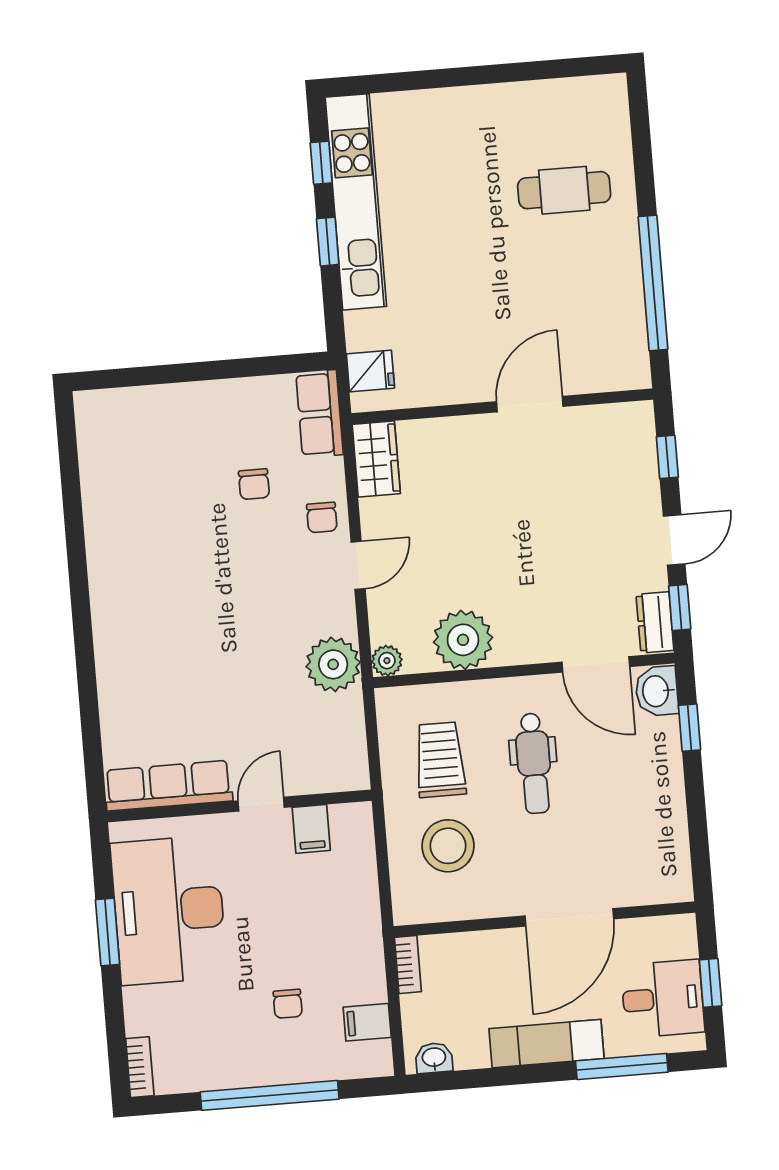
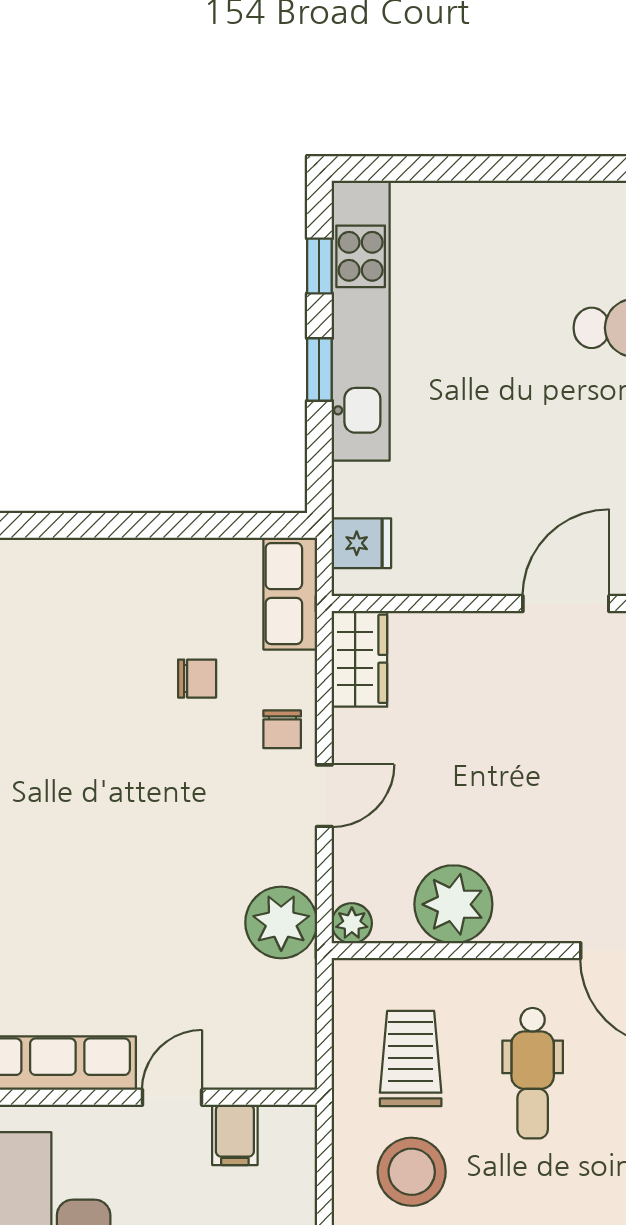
chair: (254, 484) -> (197, 679), turned -90

